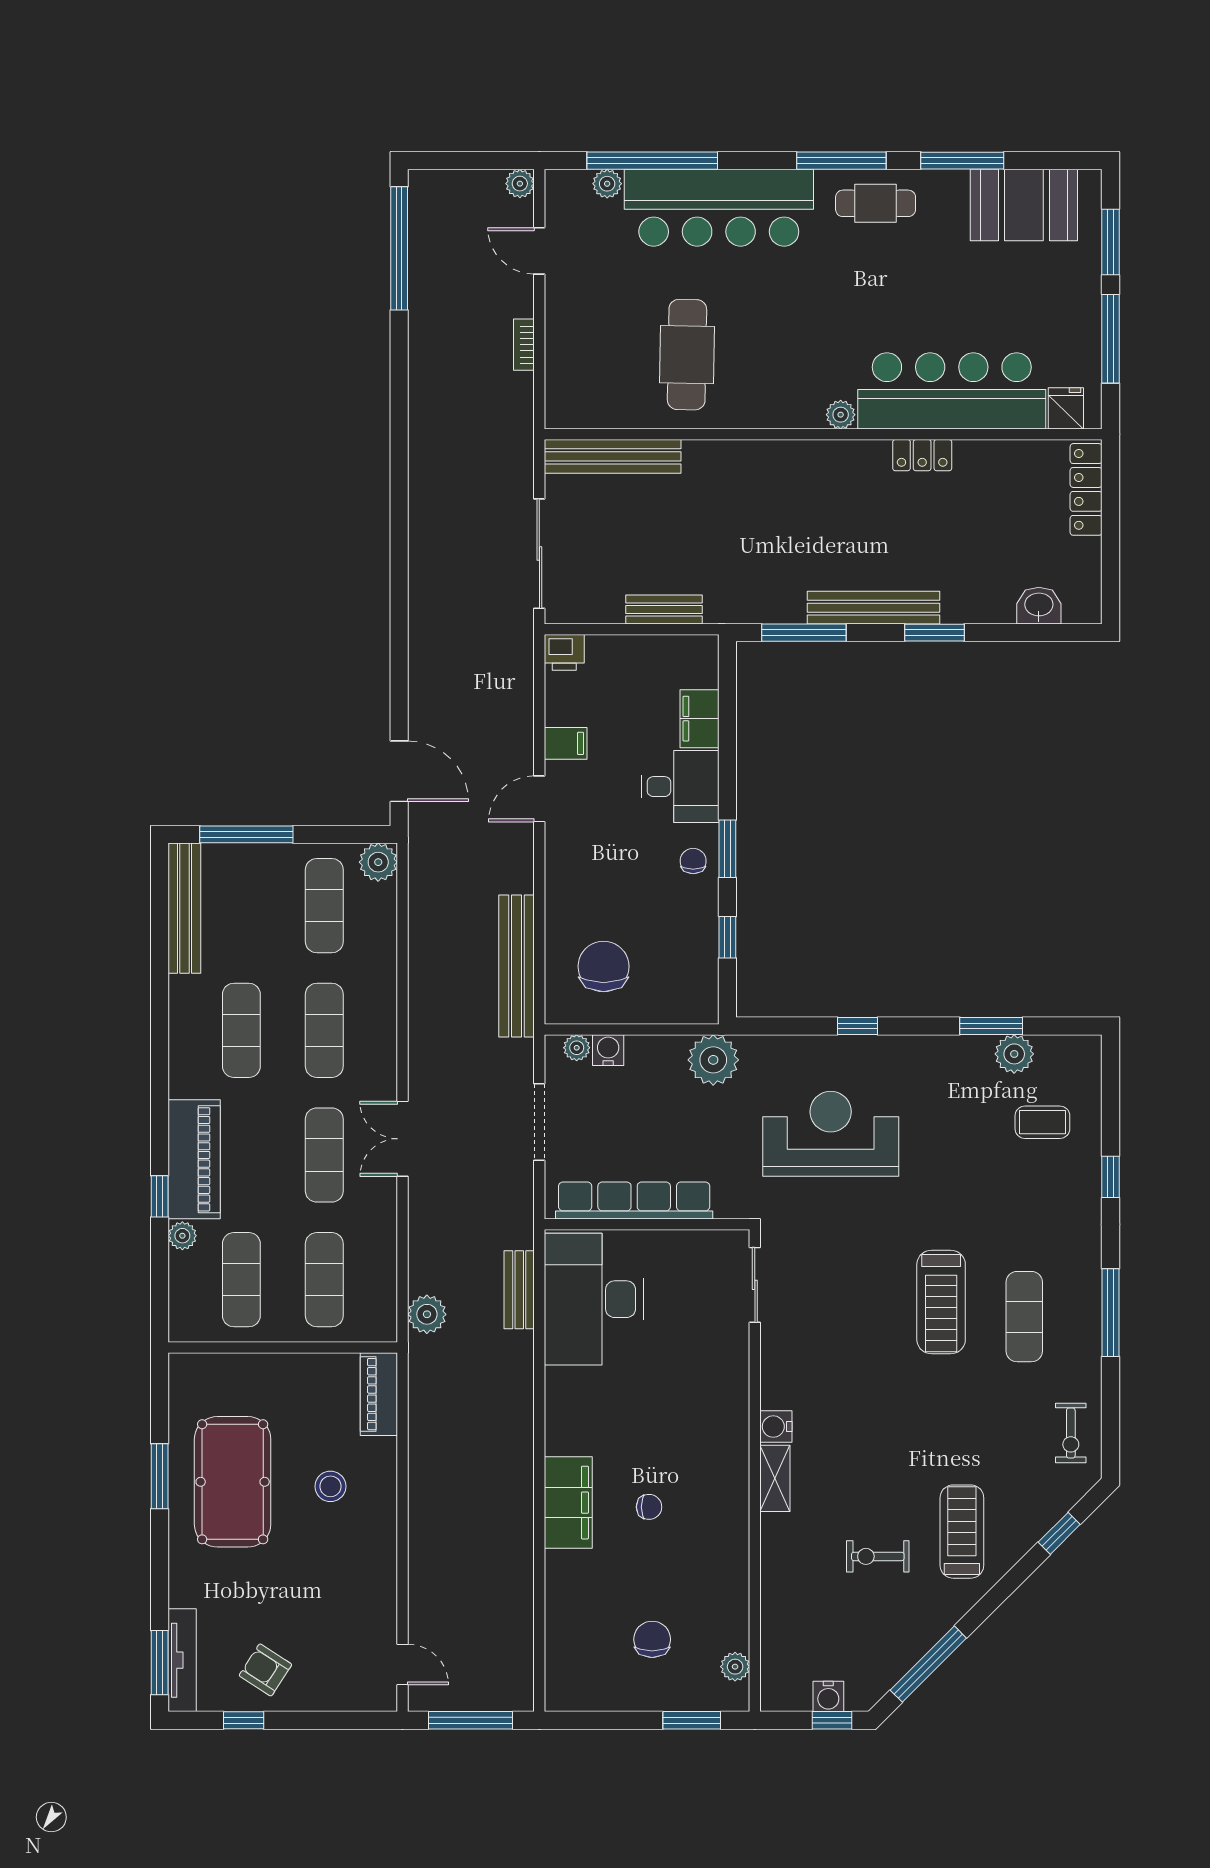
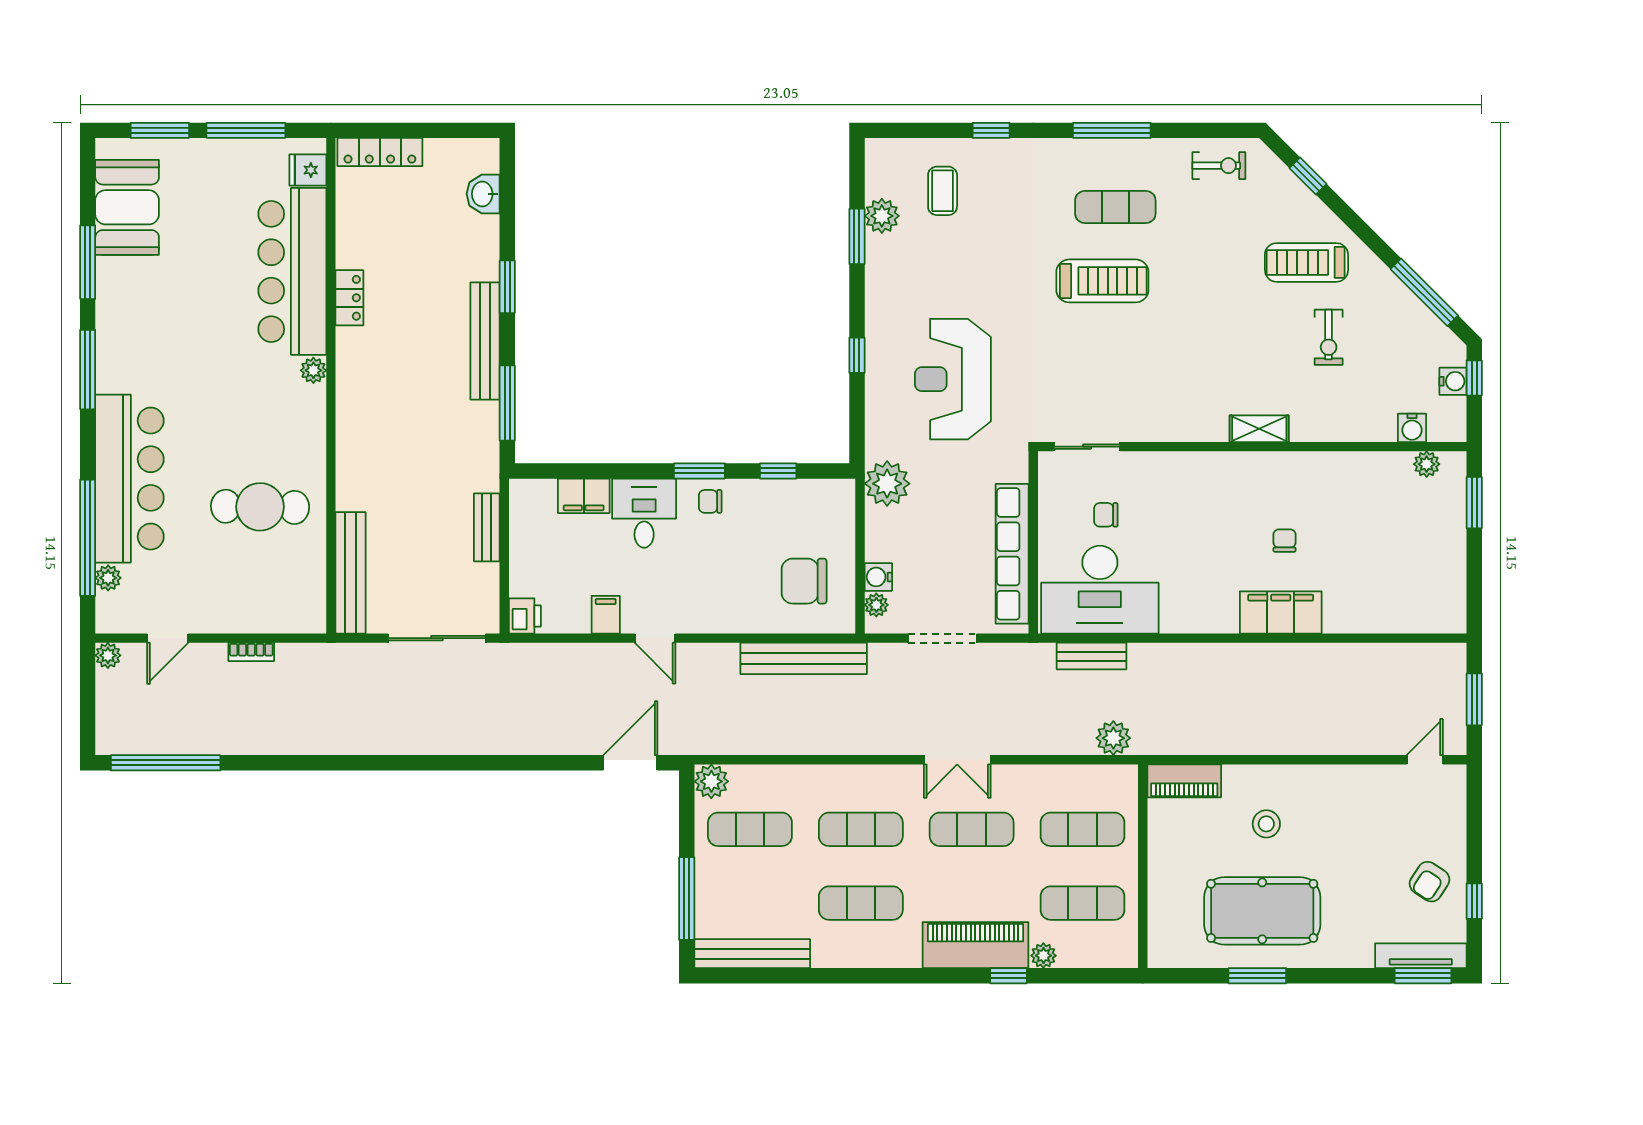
cafe table: (876, 203) -> (125, 339), removed
water cooler: (776, 1427) -> (1412, 428), moved
chair: (652, 1639) -> (1106, 515), moved, width x0.73, depth x0.73
window: (470, 1720) -> (1474, 699), width x0.69

